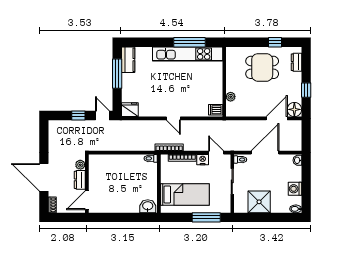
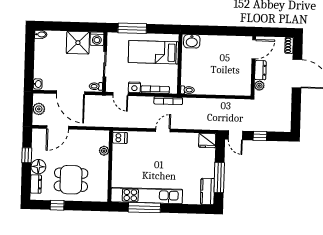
floor lamp: (294, 109) -> (38, 167), moved
door: (173, 118) -> (163, 130), hinge flipped
plant: (296, 136) -> (39, 109), added
door: (265, 153) -> (70, 93), hinge flipped
washing machine: (295, 189) -> (97, 39), moved, turned 90

